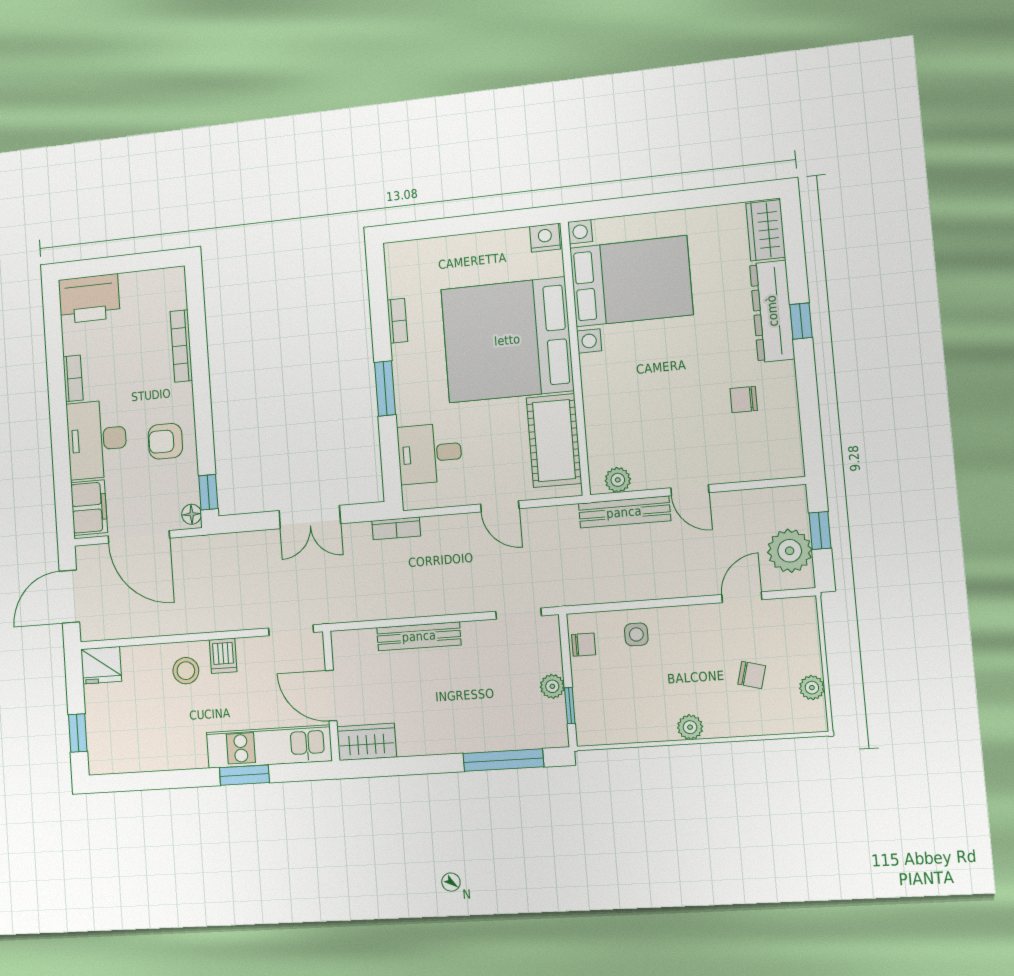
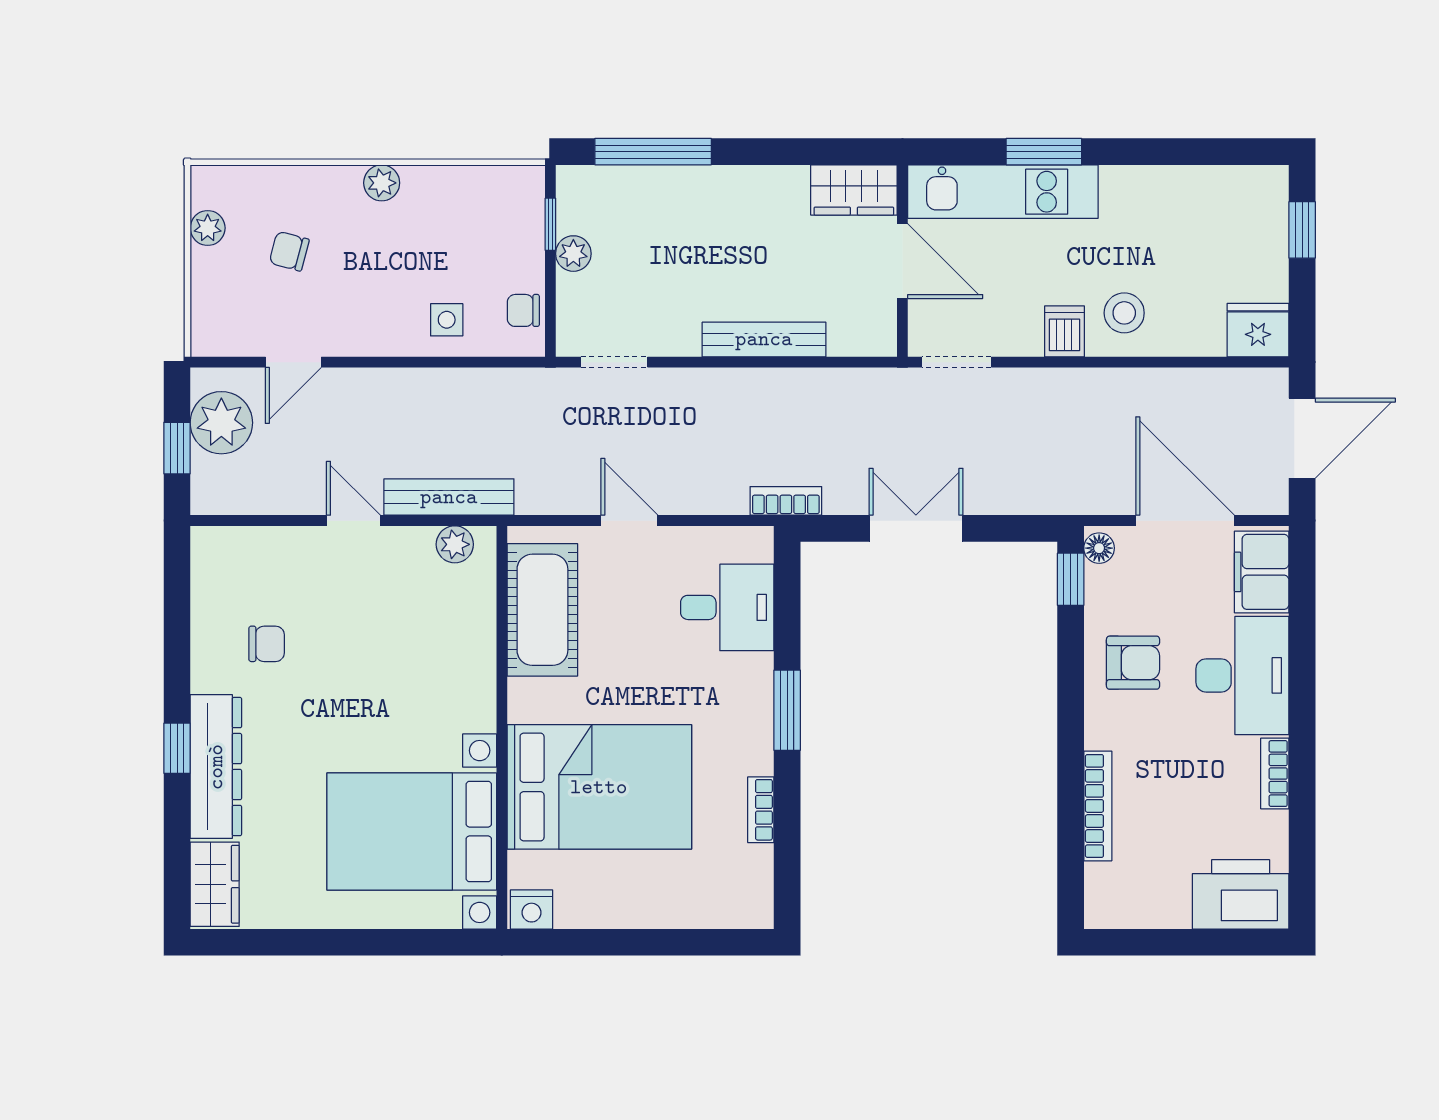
bed: (507, 340) -> (599, 787), width x0.73

